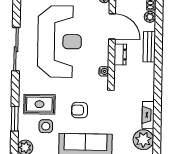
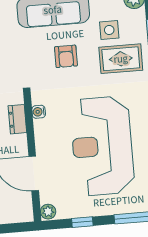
dresser: (120, 54) -> (17, 119), moved
armchair: (80, 110) -> (66, 56), turned 90

